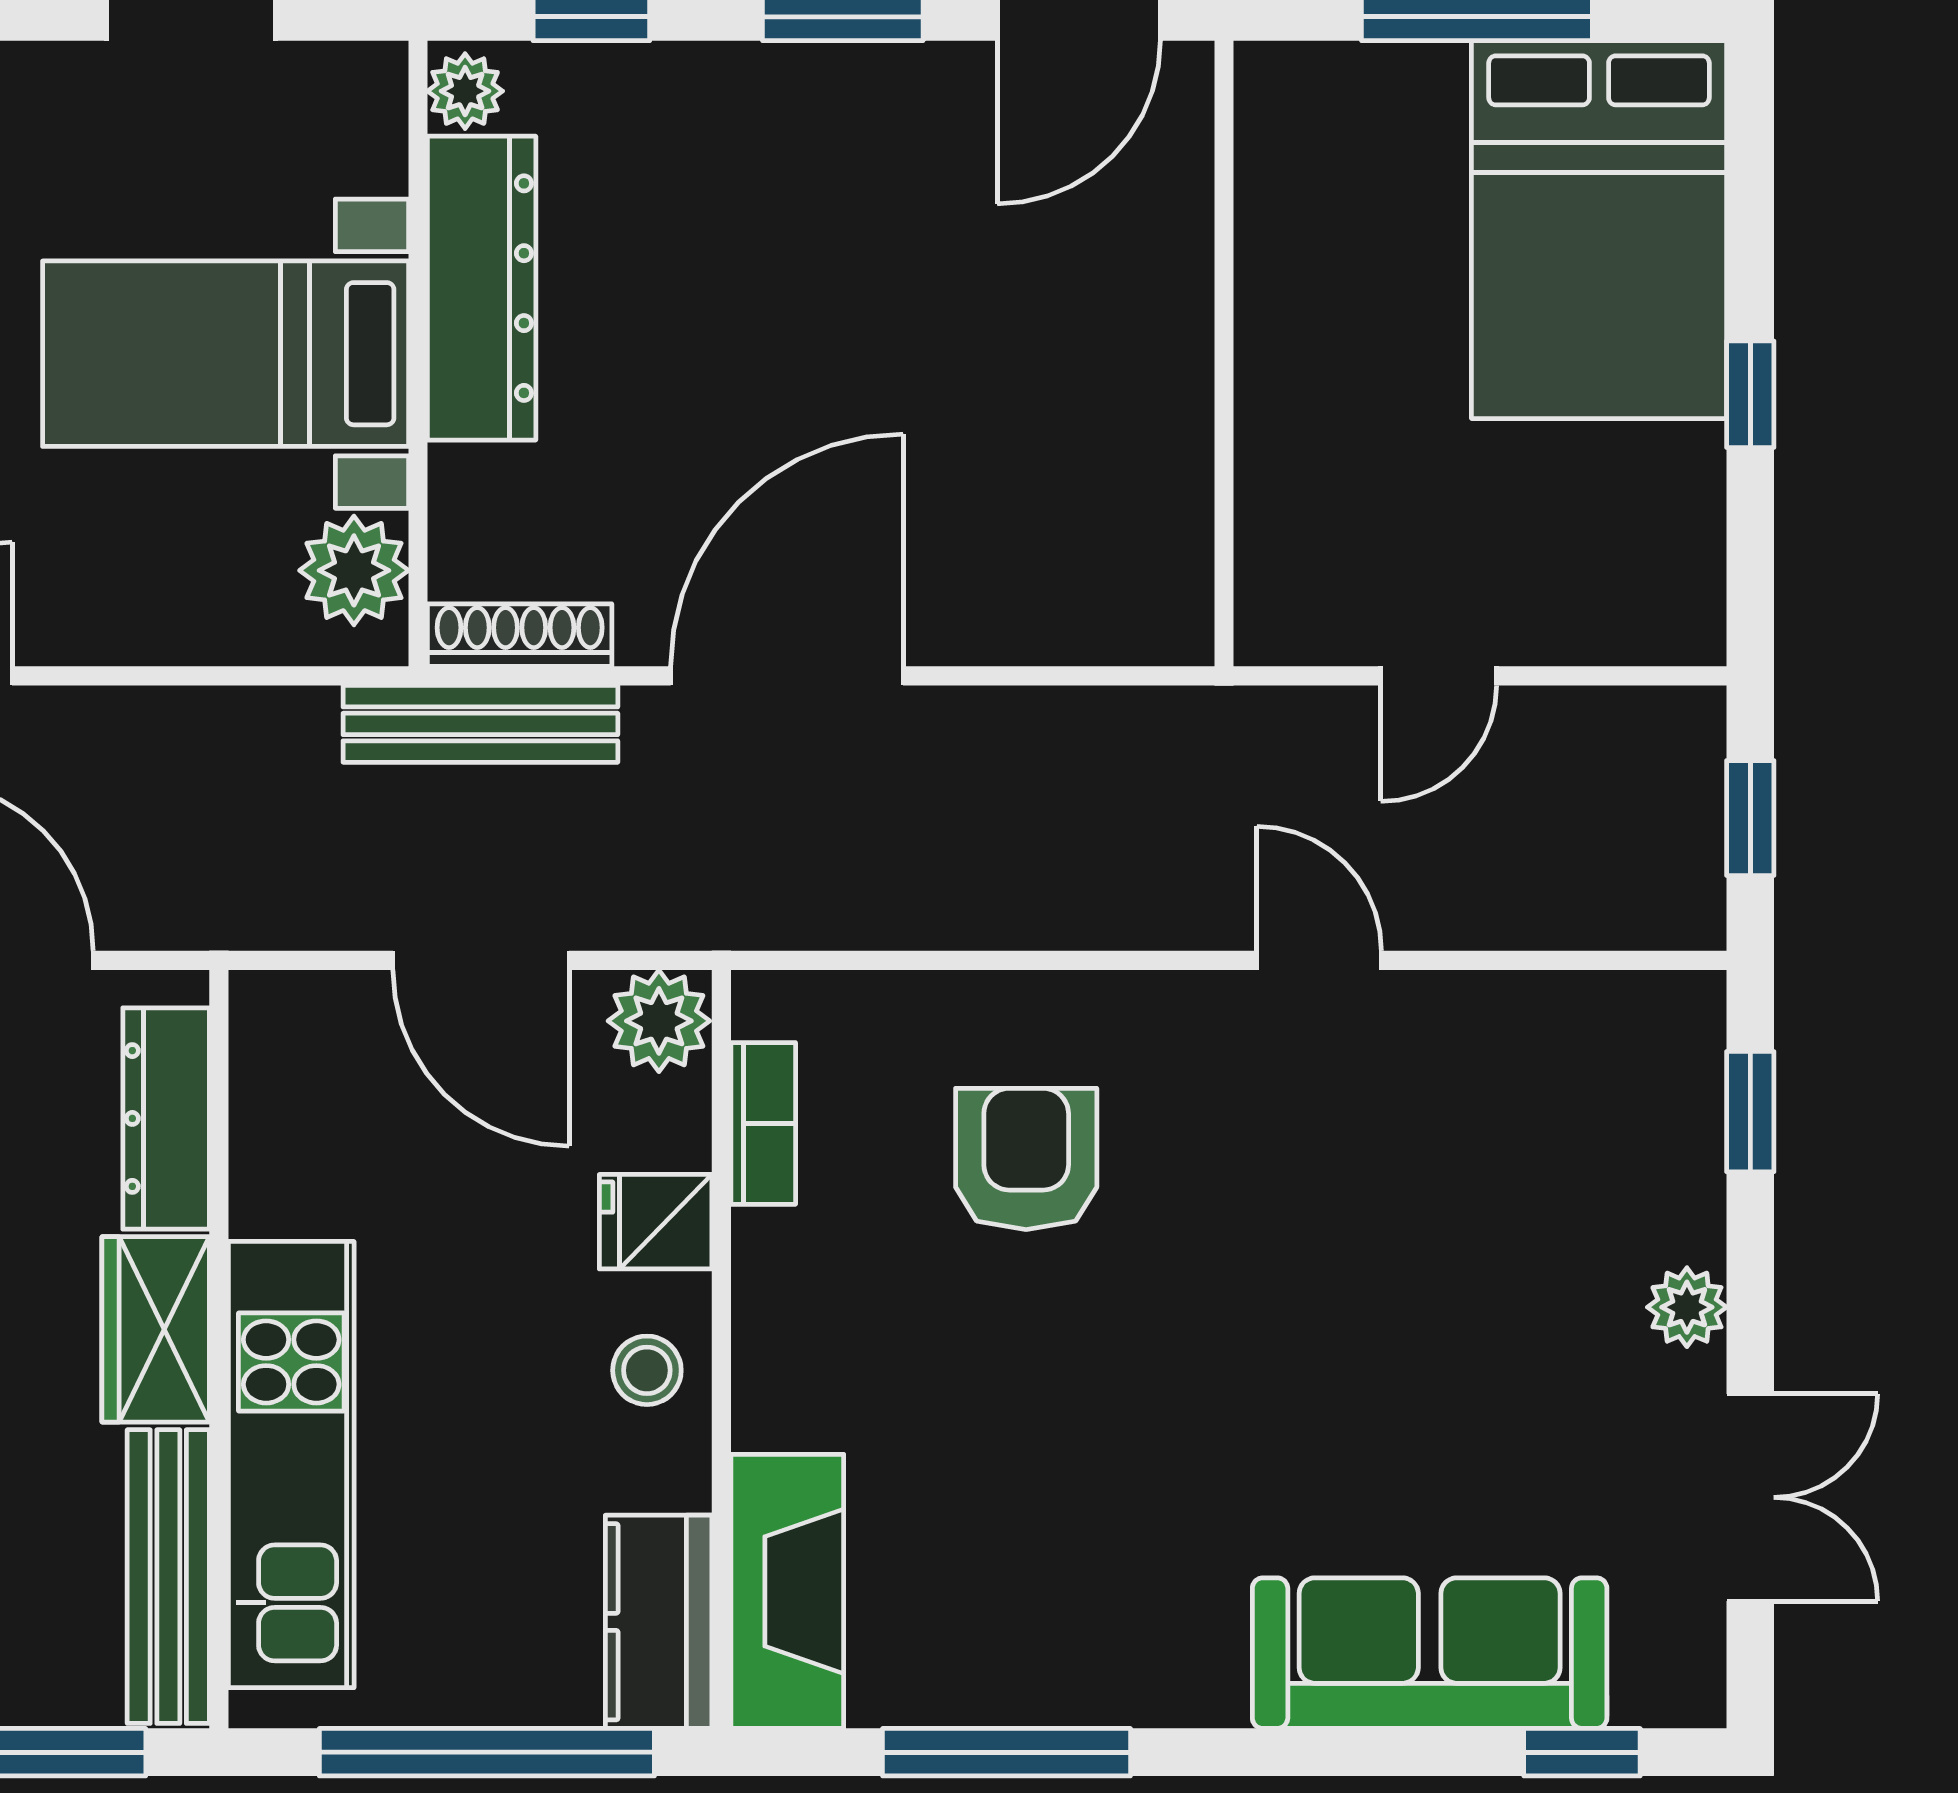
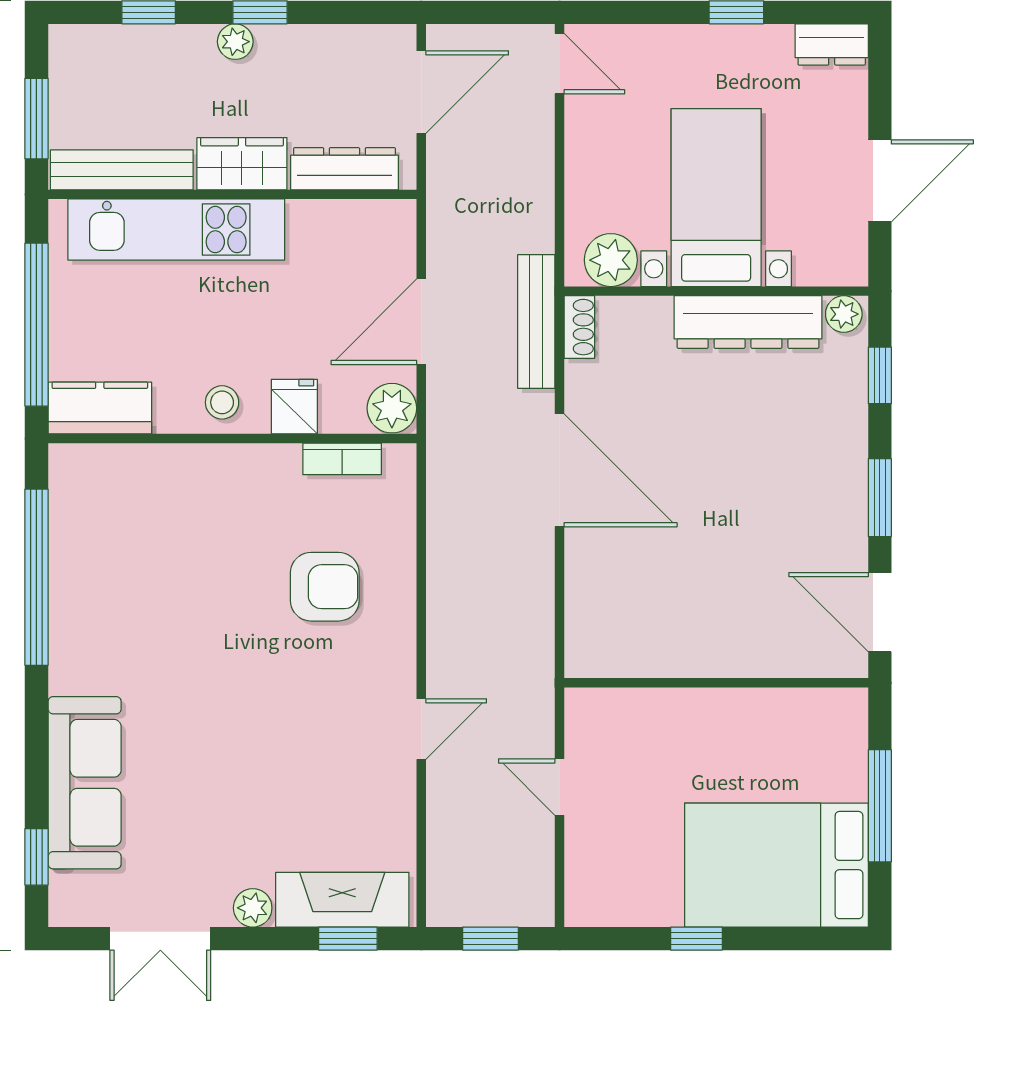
shoe rack: (520, 635) -> (579, 327), width x0.70
fireplace: (787, 1591) -> (342, 900), moved, turned 180
window: (1007, 1752) -> (36, 577), width x1.46

